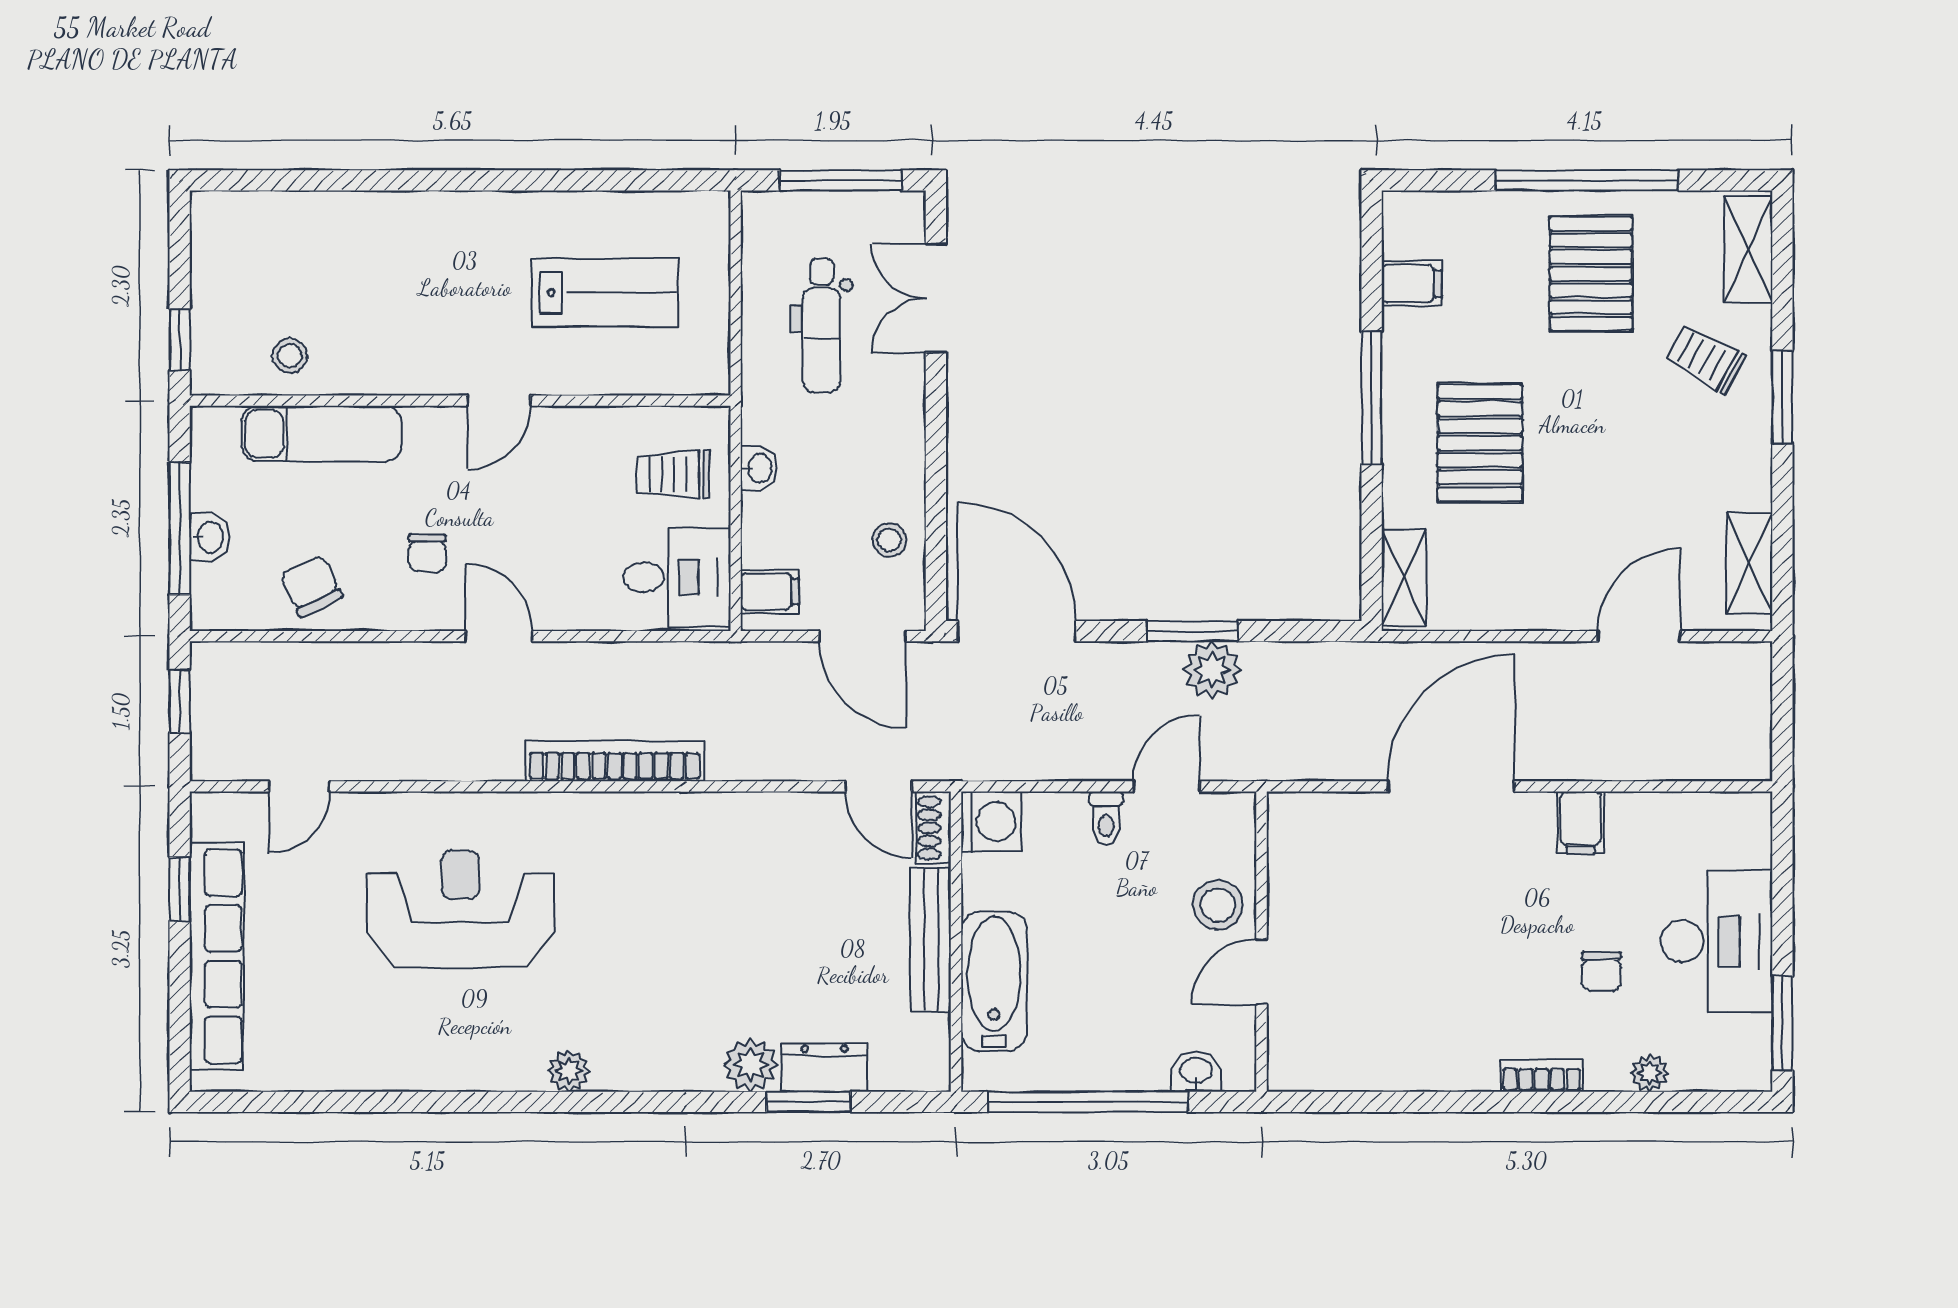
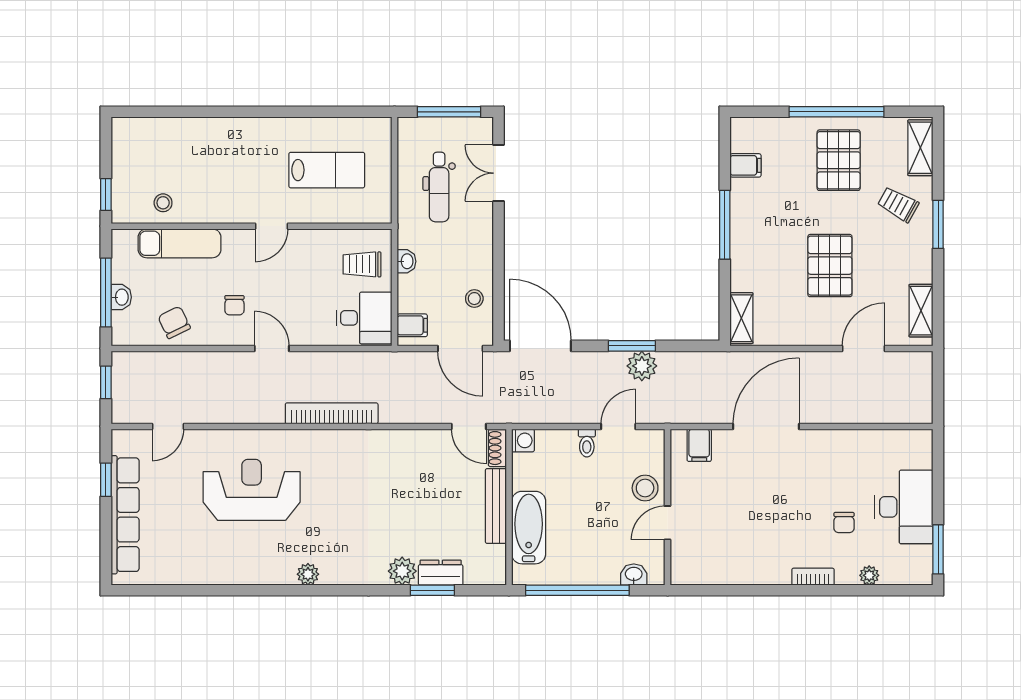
pallet: (1480, 443) -> (830, 266), moved
washing machine: (991, 822) -> (523, 440), width x0.73, depth x0.73
filing cabinet: (1581, 823) -> (699, 445), moved

